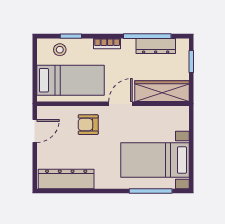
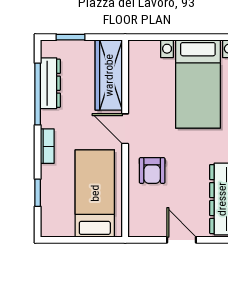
stool: (60, 50) -> (55, 207), removed
door: (35, 131) -> (182, 240), moved

